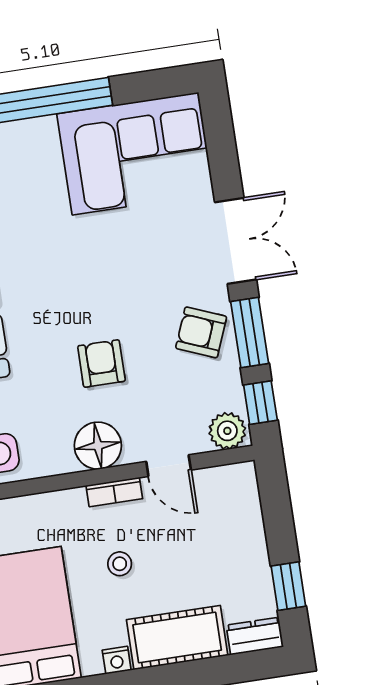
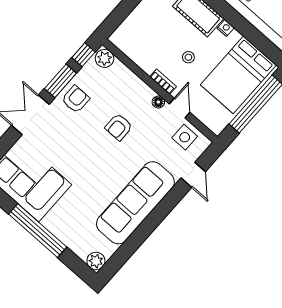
armchair: (201, 332) -> (76, 99), turned -112
floor lamp: (98, 446) -> (158, 102), width x0.53, depth x0.53
door: (169, 466) -> (180, 108), moved

